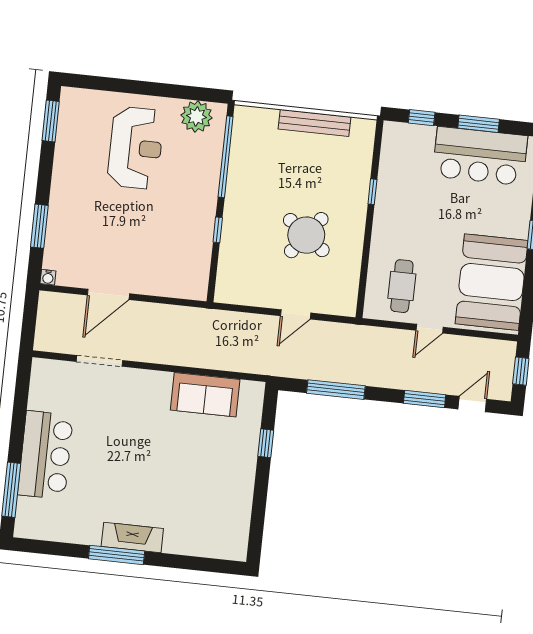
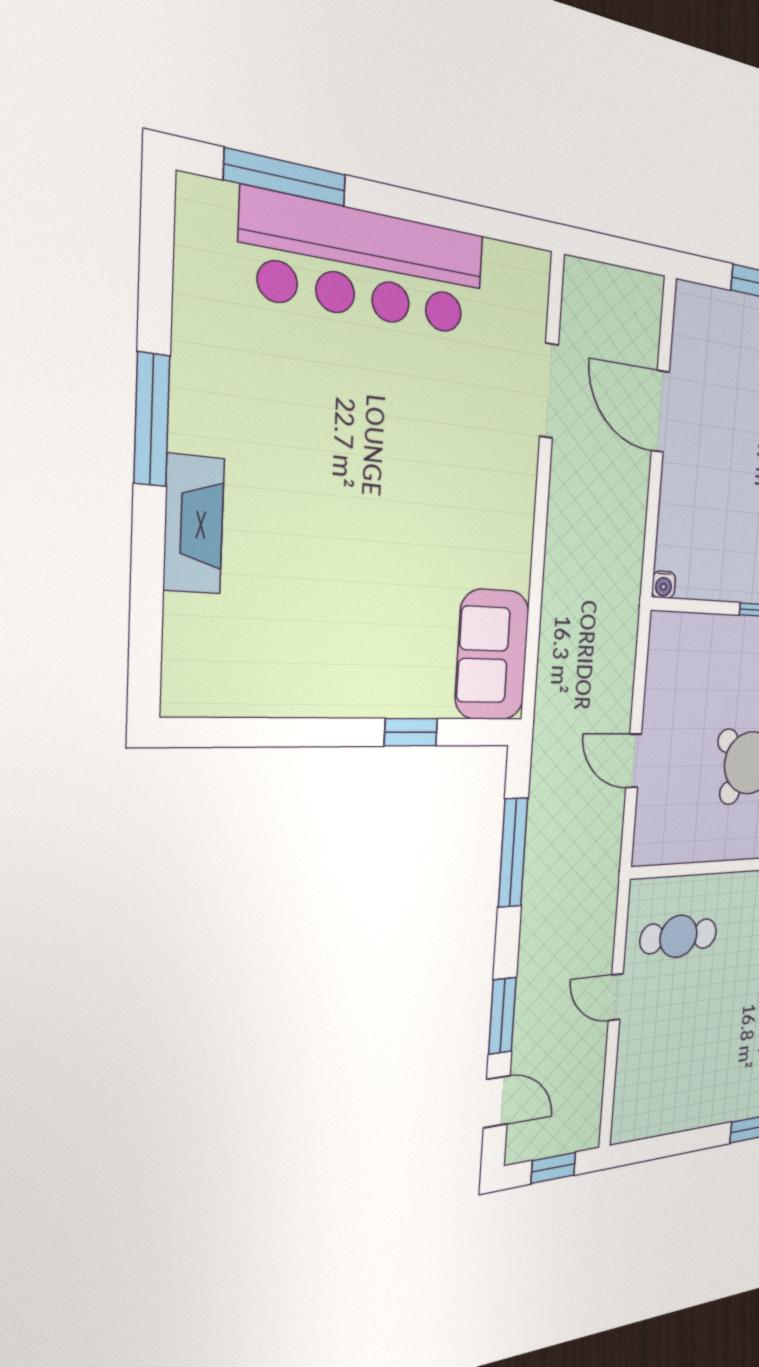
water cooler: (48, 277) -> (664, 585), moved, turned -90
booth: (492, 282) -> (686, 1080), removed
sofa: (205, 395) -> (492, 655), moved
bar counter: (45, 455) -> (365, 264), width x1.36
fireplace: (132, 537) -> (194, 524), moved

